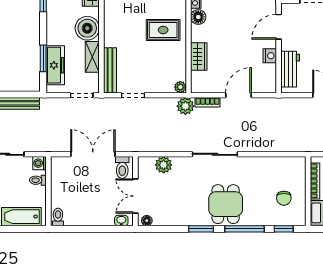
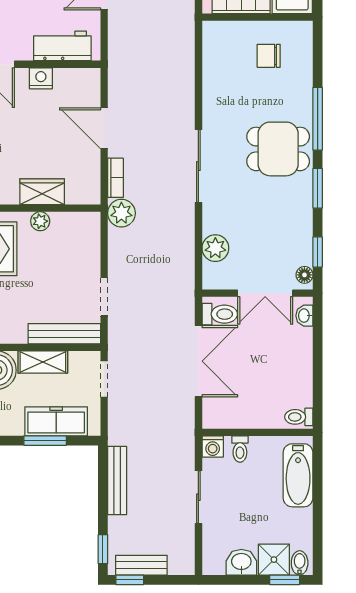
plant: (180, 87) -> (40, 221), moved
double door: (93, 154) -> (198, 361), swing flipped
chair: (284, 198) -> (269, 56), turned 180
window: (284, 229) -> (318, 252), moved

